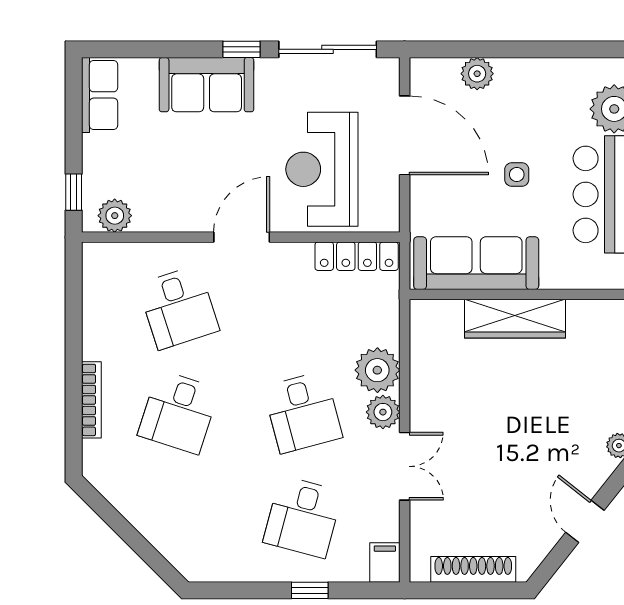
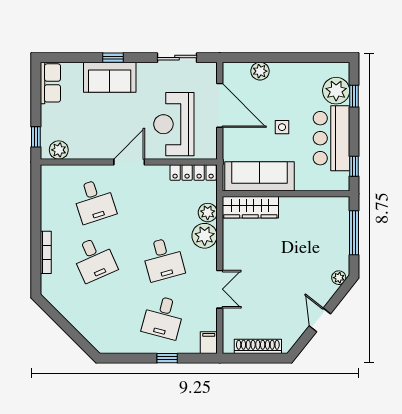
window: (241, 49) -> (113, 58), moved
sliding door: (328, 49) -> (177, 58), width x0.73
wardrobe: (515, 319) -> (250, 207), moved
desk: (179, 412) -> (94, 259), turned -42
plant: (383, 412) -> (208, 213), moved

